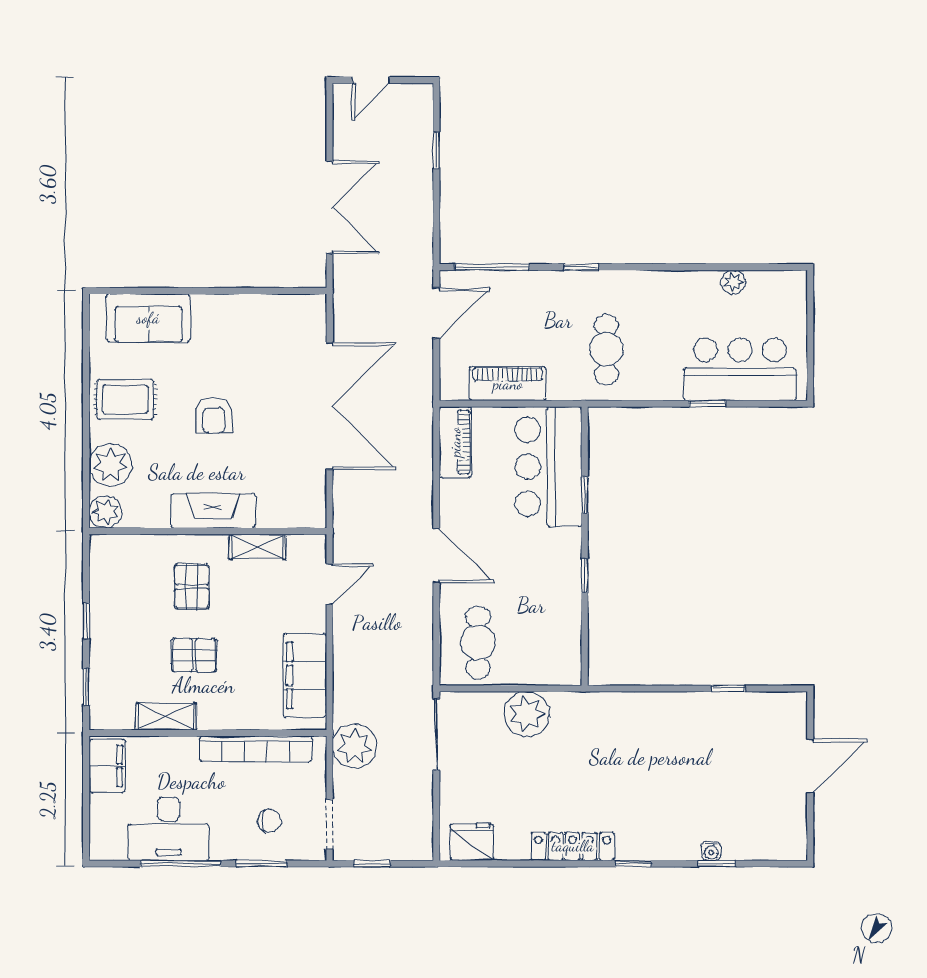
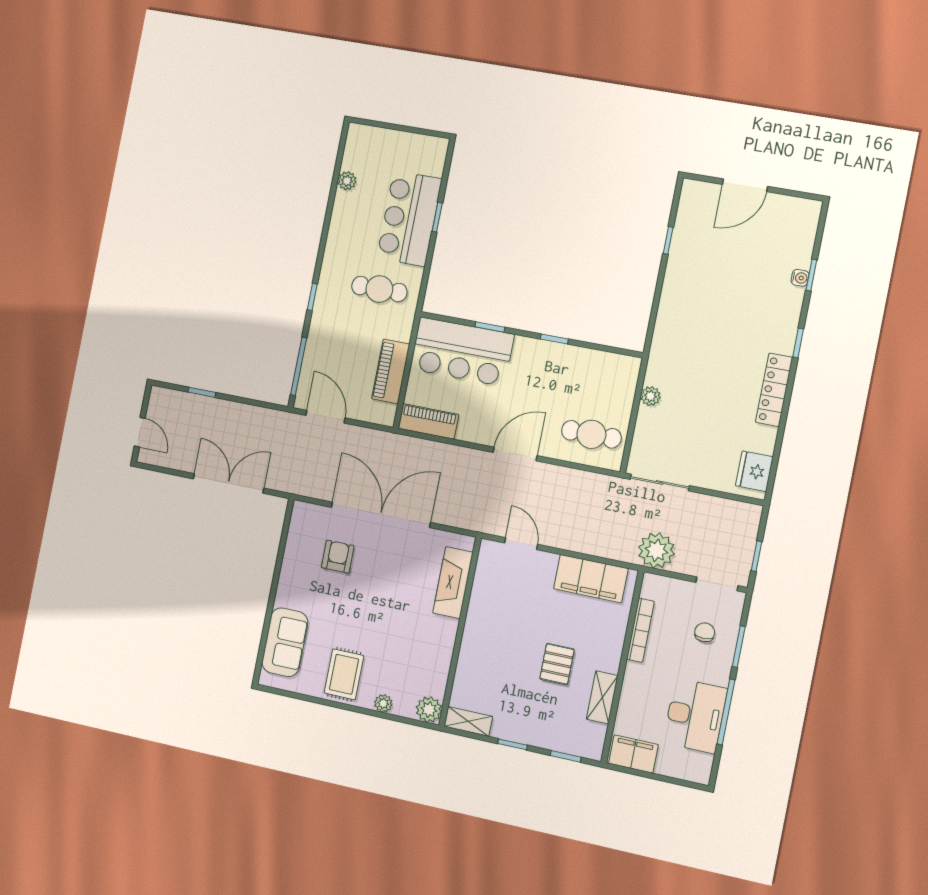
bar counter: (740, 369) -> (409, 219), moved
armchair: (214, 416) -> (338, 557), moved, turned -90
plant: (110, 465) -> (383, 703), width x0.53, depth x0.53
fireplace: (213, 511) -> (453, 583), moved
shelving: (257, 547) -> (468, 721), moved, turned 90
pallet: (192, 586) -> (502, 654), removed
plant: (527, 714) -> (650, 396), width x0.53, depth x0.53
bookcase: (256, 749) -> (640, 630), width x0.68, depth x0.76
door: (810, 766) -> (745, 185), swing flipped

